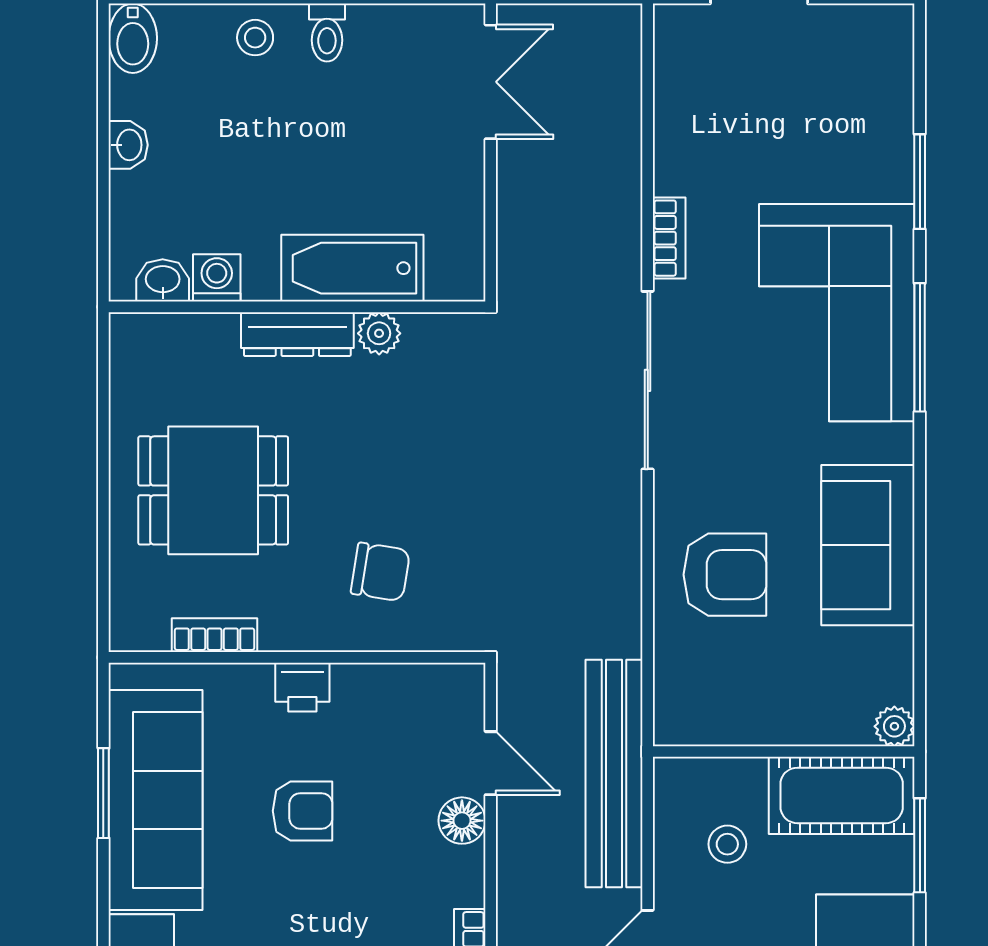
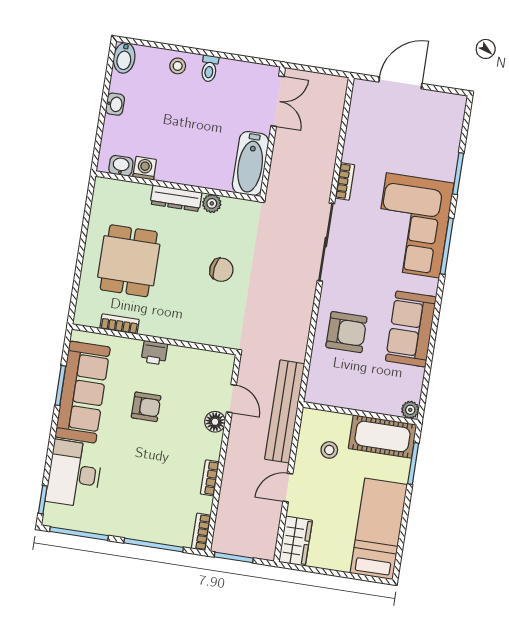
bathtub: (352, 268) -> (251, 164), moved, turned -90
dining table: (213, 490) -> (129, 261), turned 90
chair: (380, 572) -> (221, 270), moved

